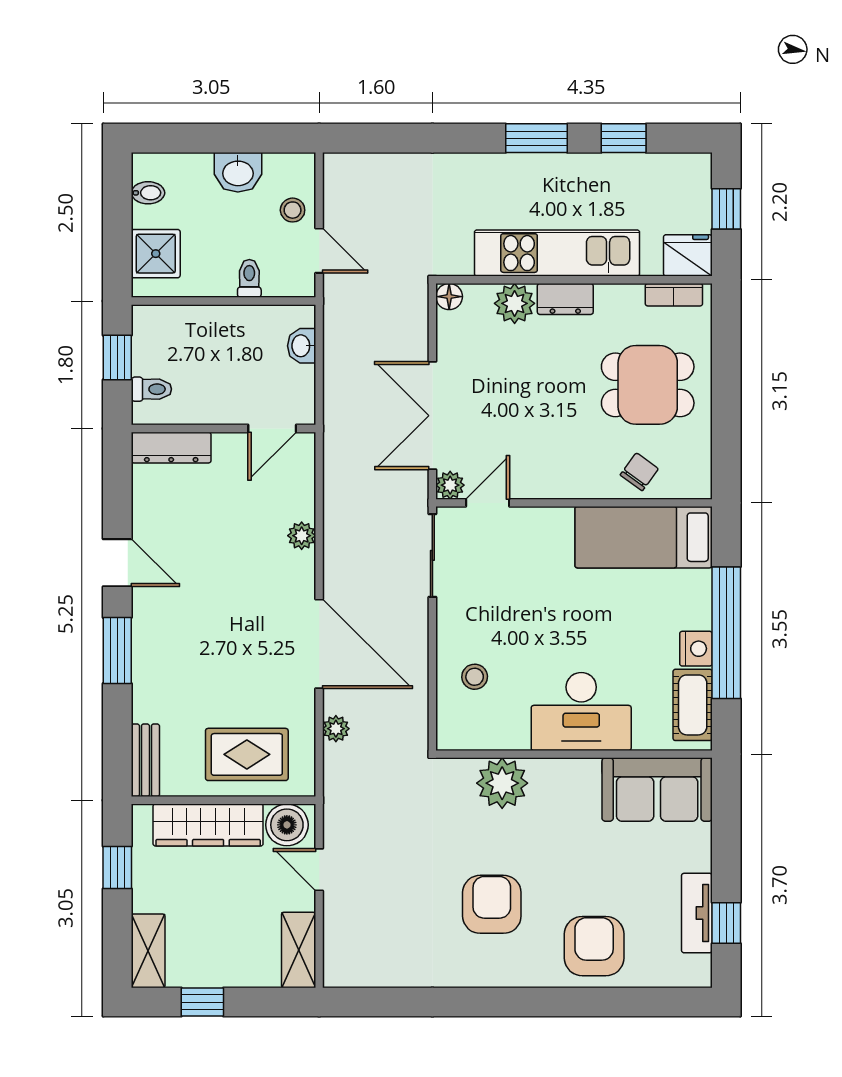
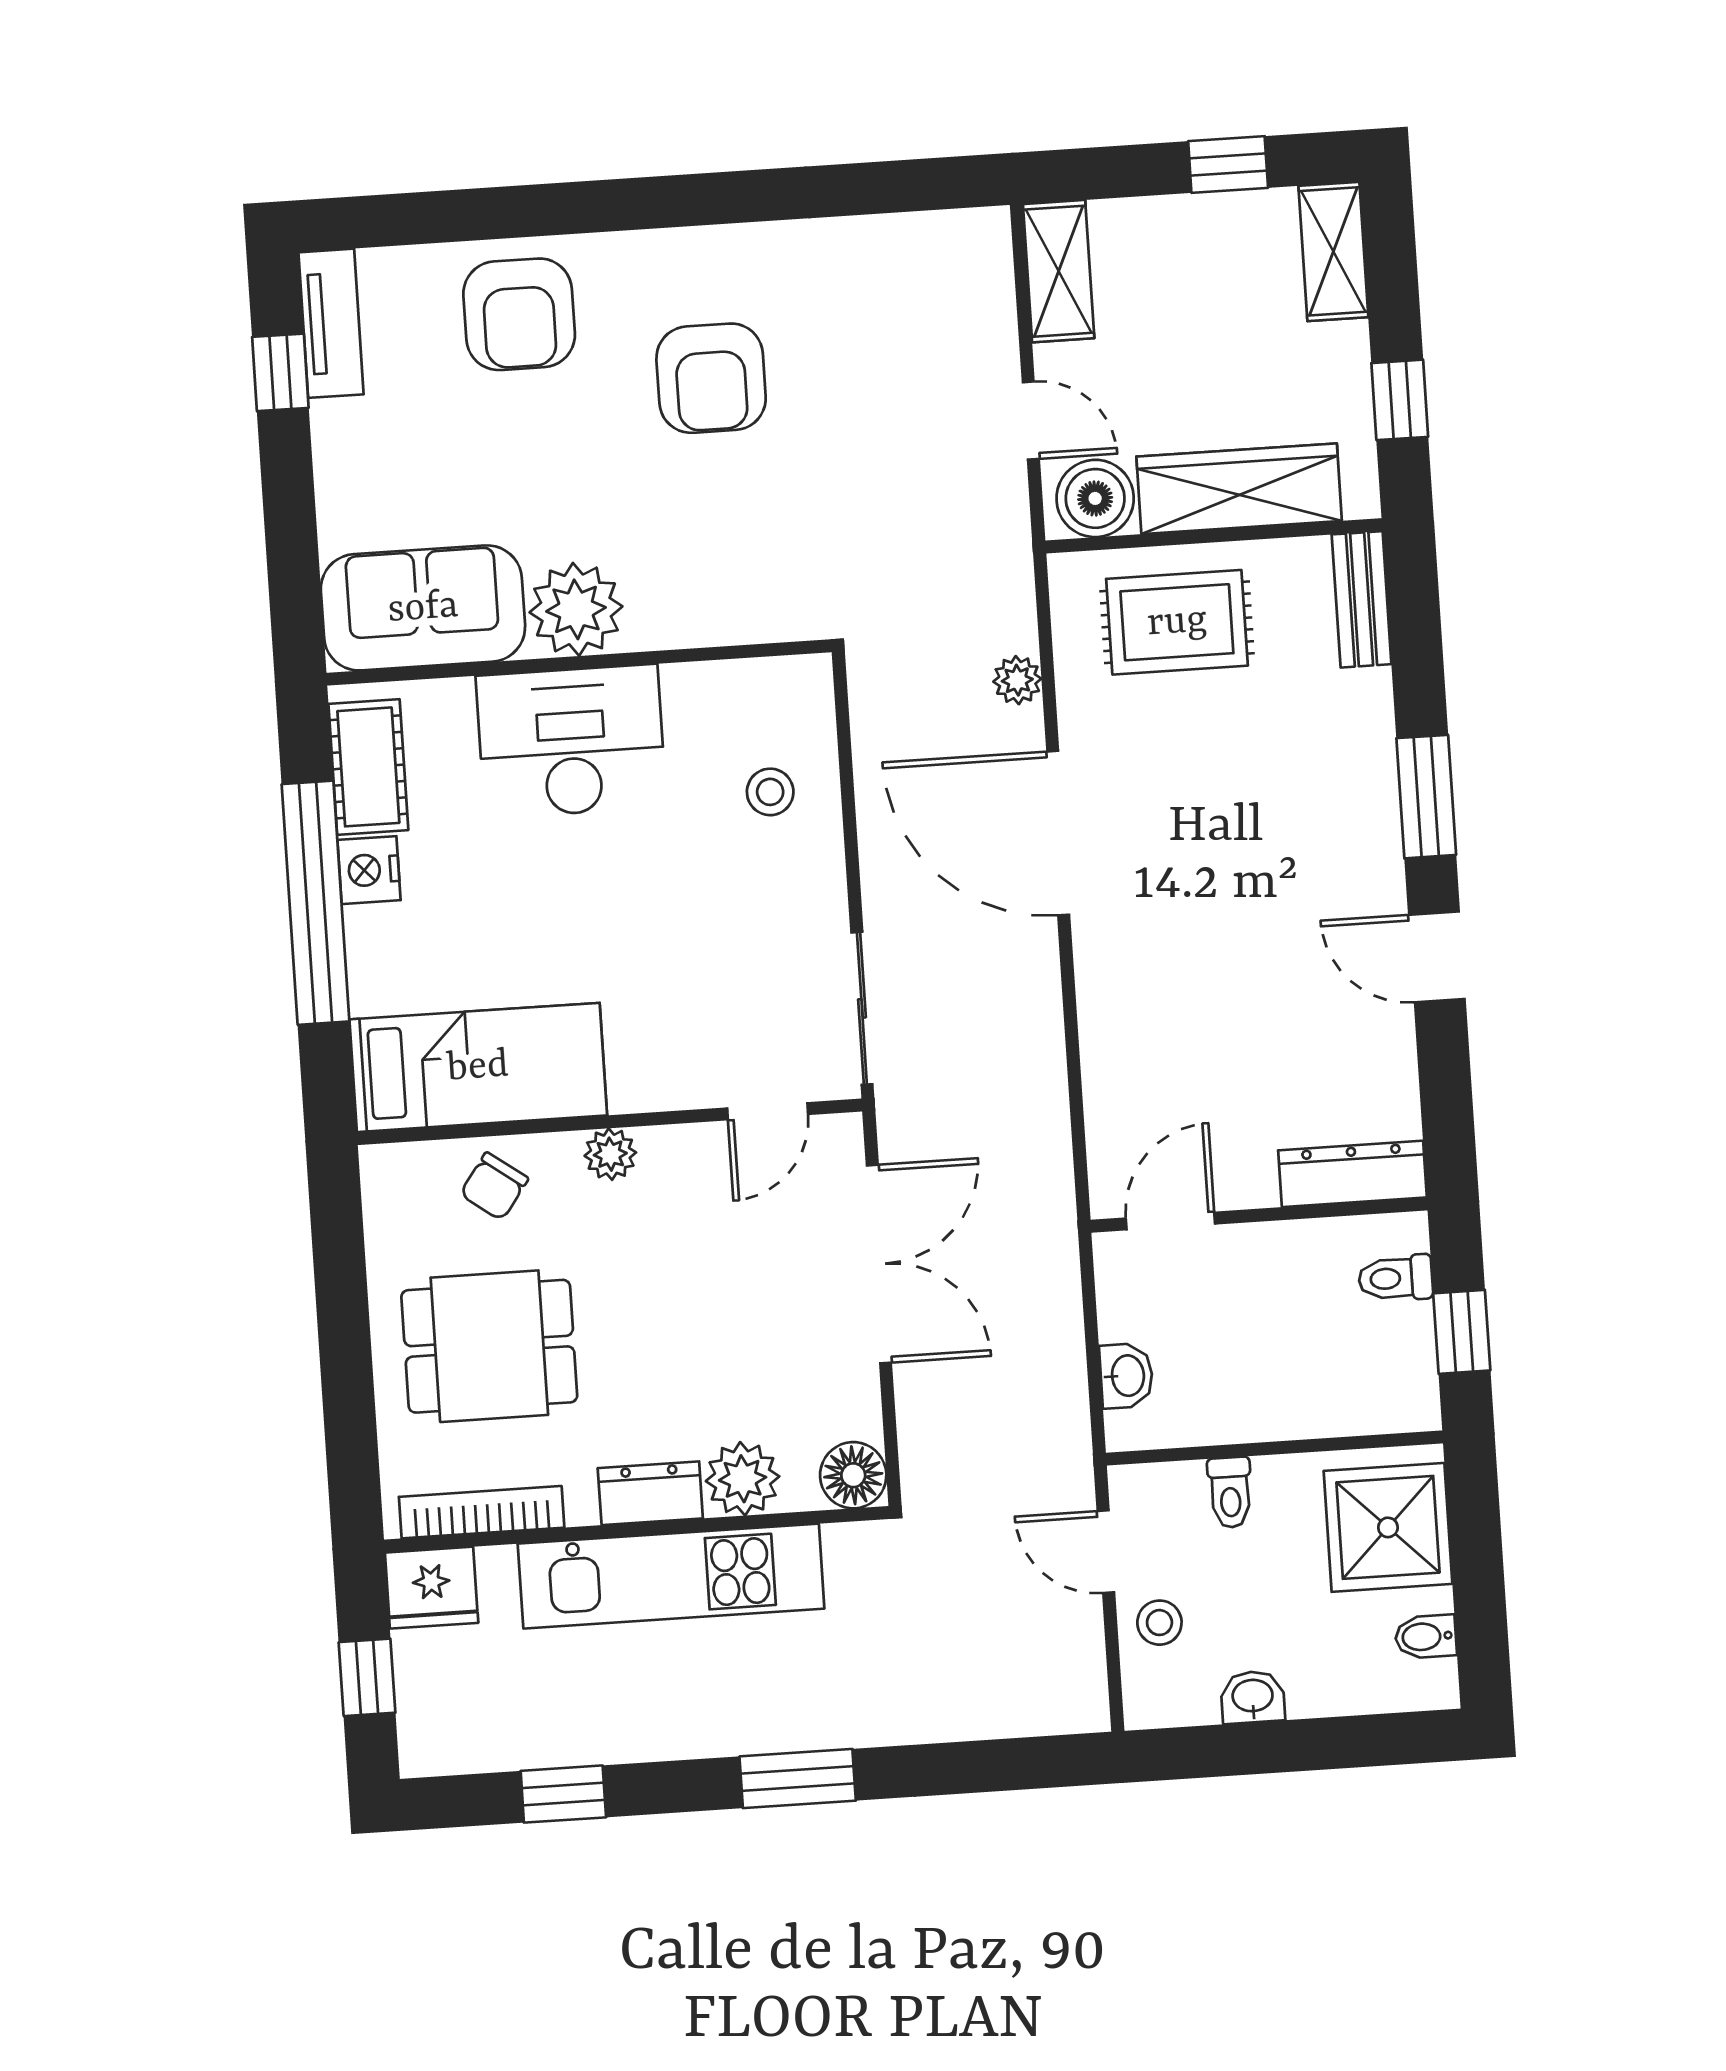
window: (536, 138) -> (798, 1779), moved
washbasin: (238, 172) -> (1253, 1697), width x0.72, depth x0.69
shower: (156, 254) -> (1388, 1527), width x1.36, depth x1.36
bookcase: (674, 295) -> (482, 1512), width x1.56
floor lamp: (449, 297) -> (853, 1475), width x1.37, depth x1.37
plant: (450, 485) -> (610, 1154), moved
plant: (302, 536) -> (1103, 1029), removed
plant: (502, 783) -> (576, 609), moved
tv unit: (697, 913) -> (331, 323), moved

